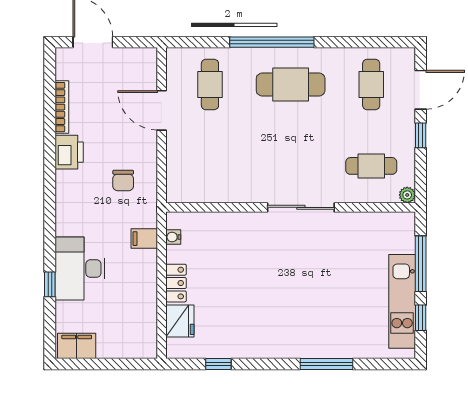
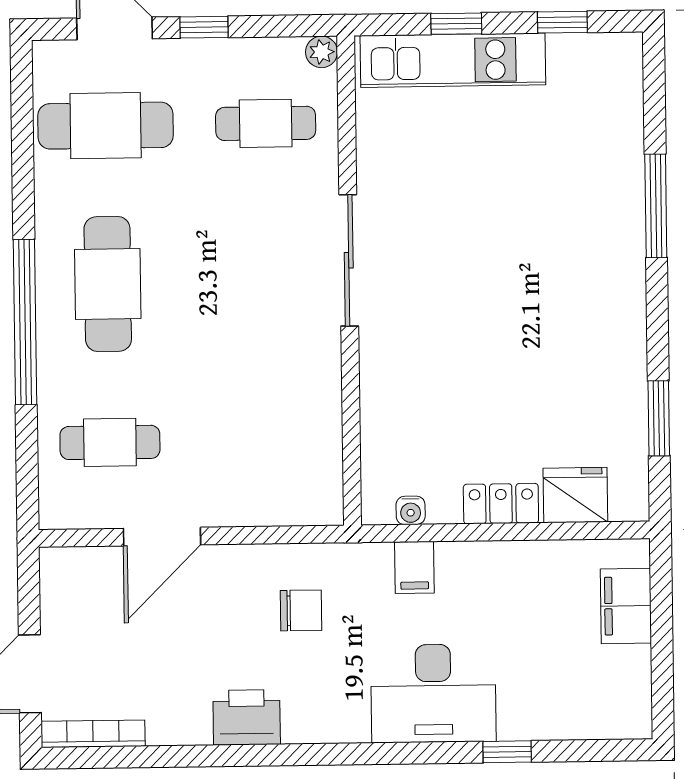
cafe table: (371, 84) -> (106, 126), width x1.37, depth x1.35
bookcase: (62, 107) -> (93, 734), moved
cafe table: (371, 166) -> (266, 123), turned 90
window: (421, 264) -> (456, 24), width x0.46
desk: (80, 269) -> (433, 693), moved
kitchen unit: (402, 301) -> (453, 60), moved
filing cabinet: (77, 346) -> (626, 606), moved
window: (218, 364) -> (659, 418), width x1.50

